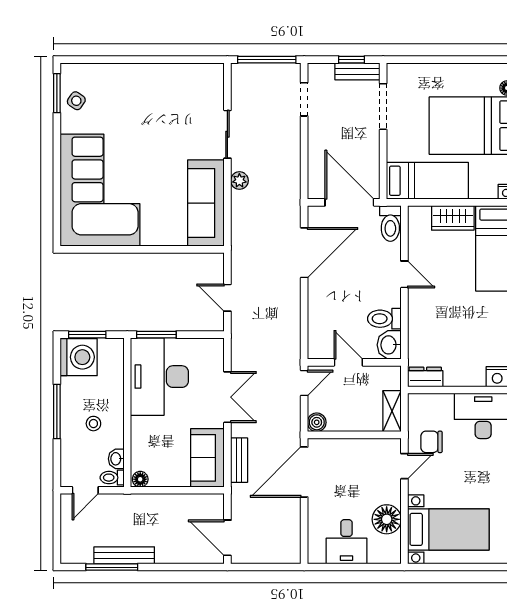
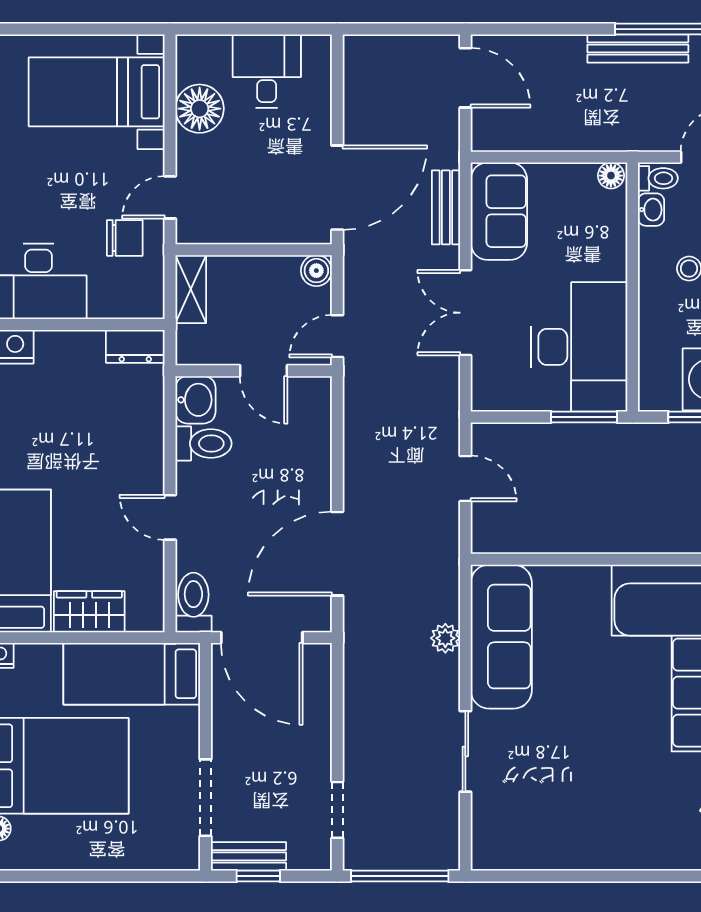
plant: (239, 181) -> (445, 638), moved

